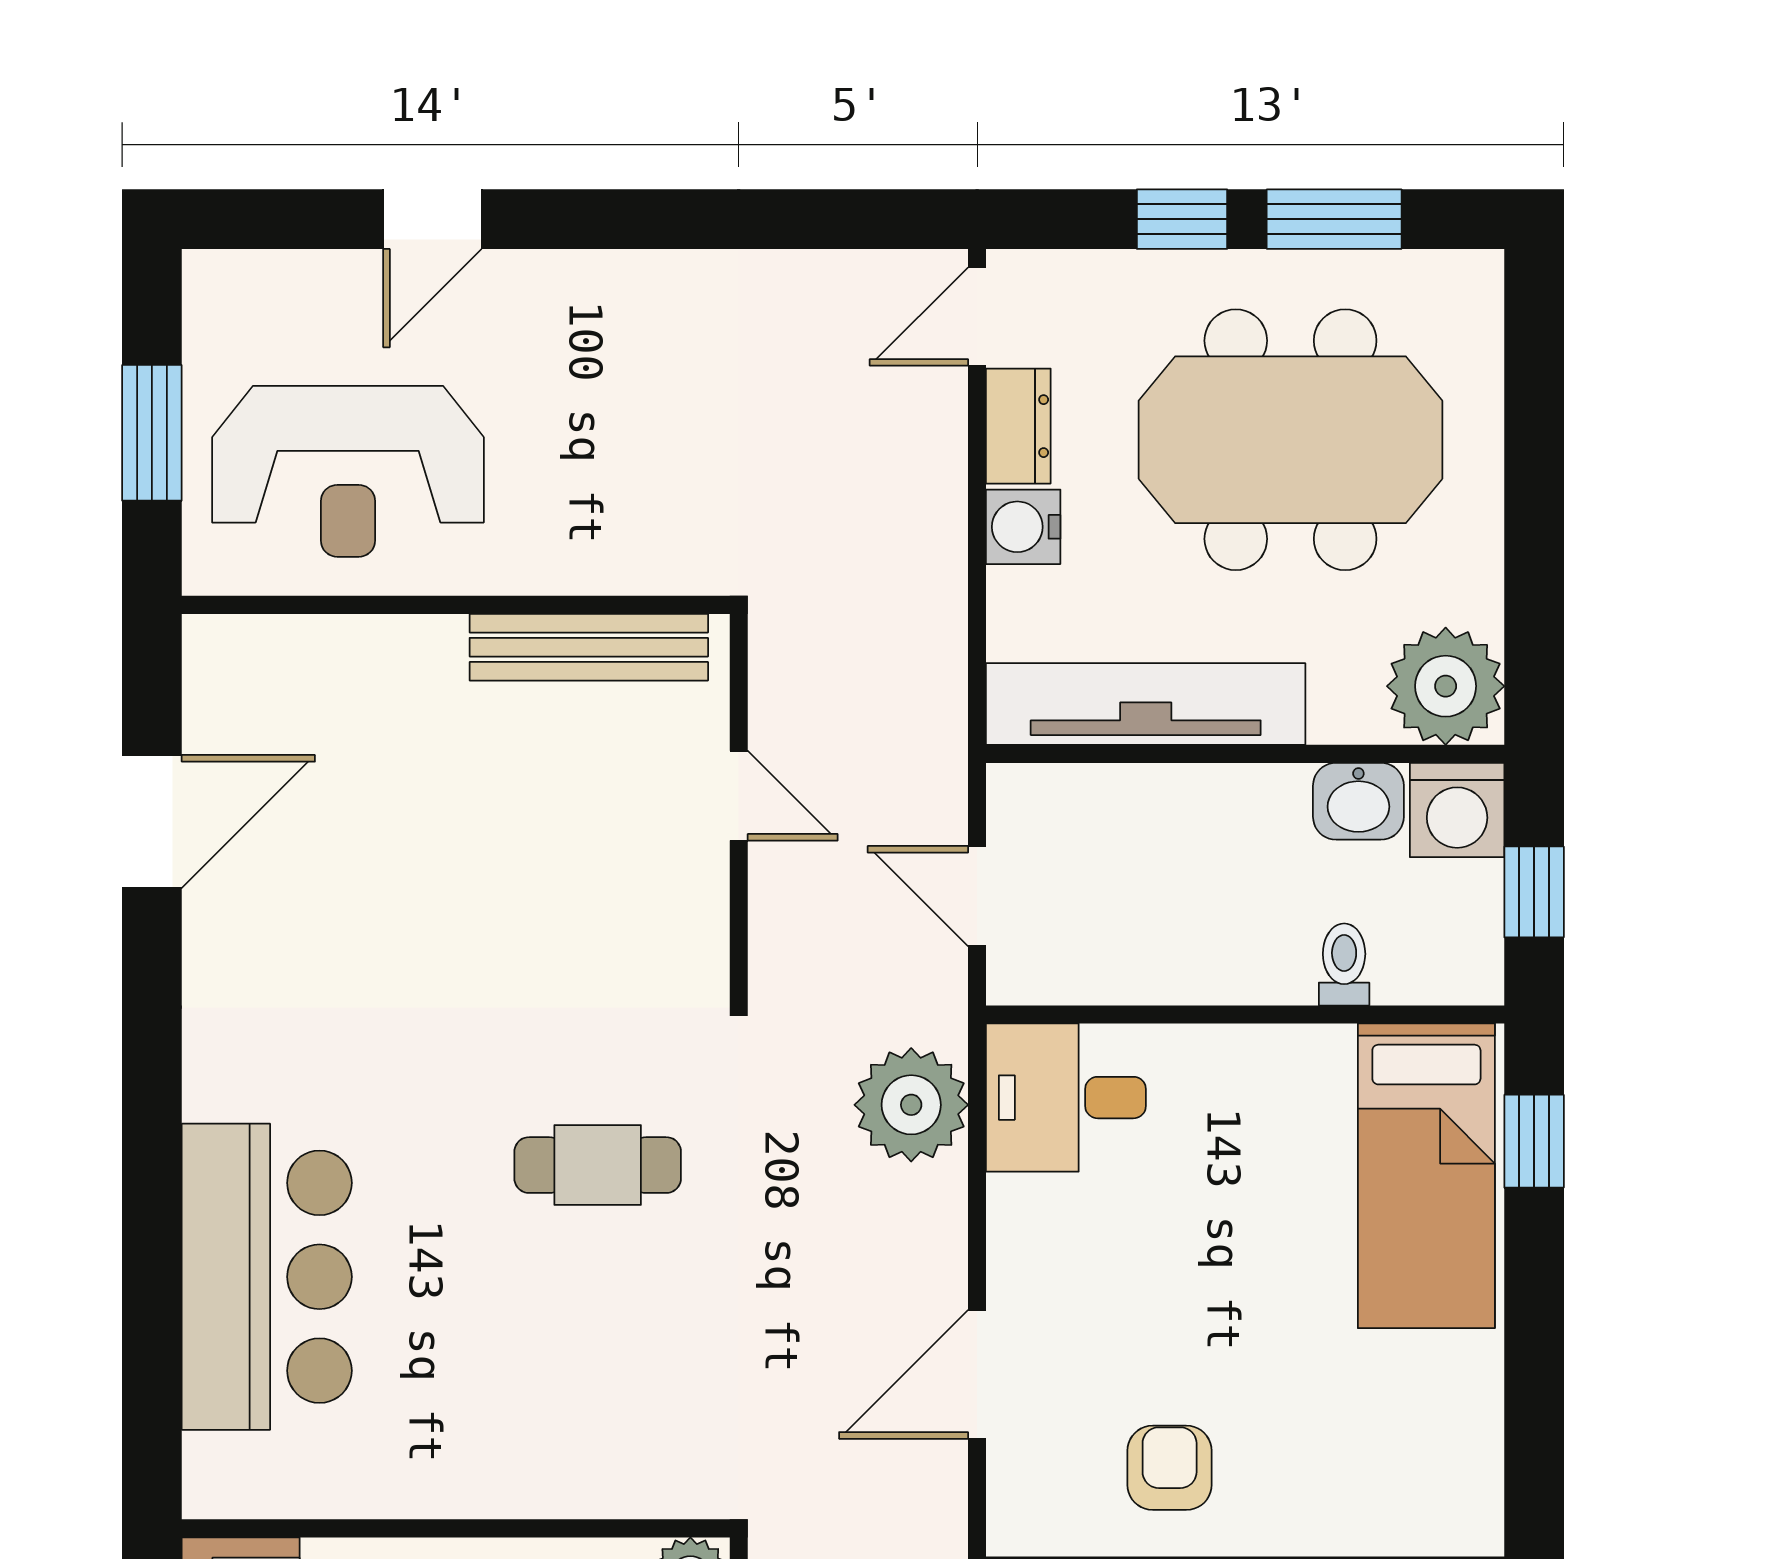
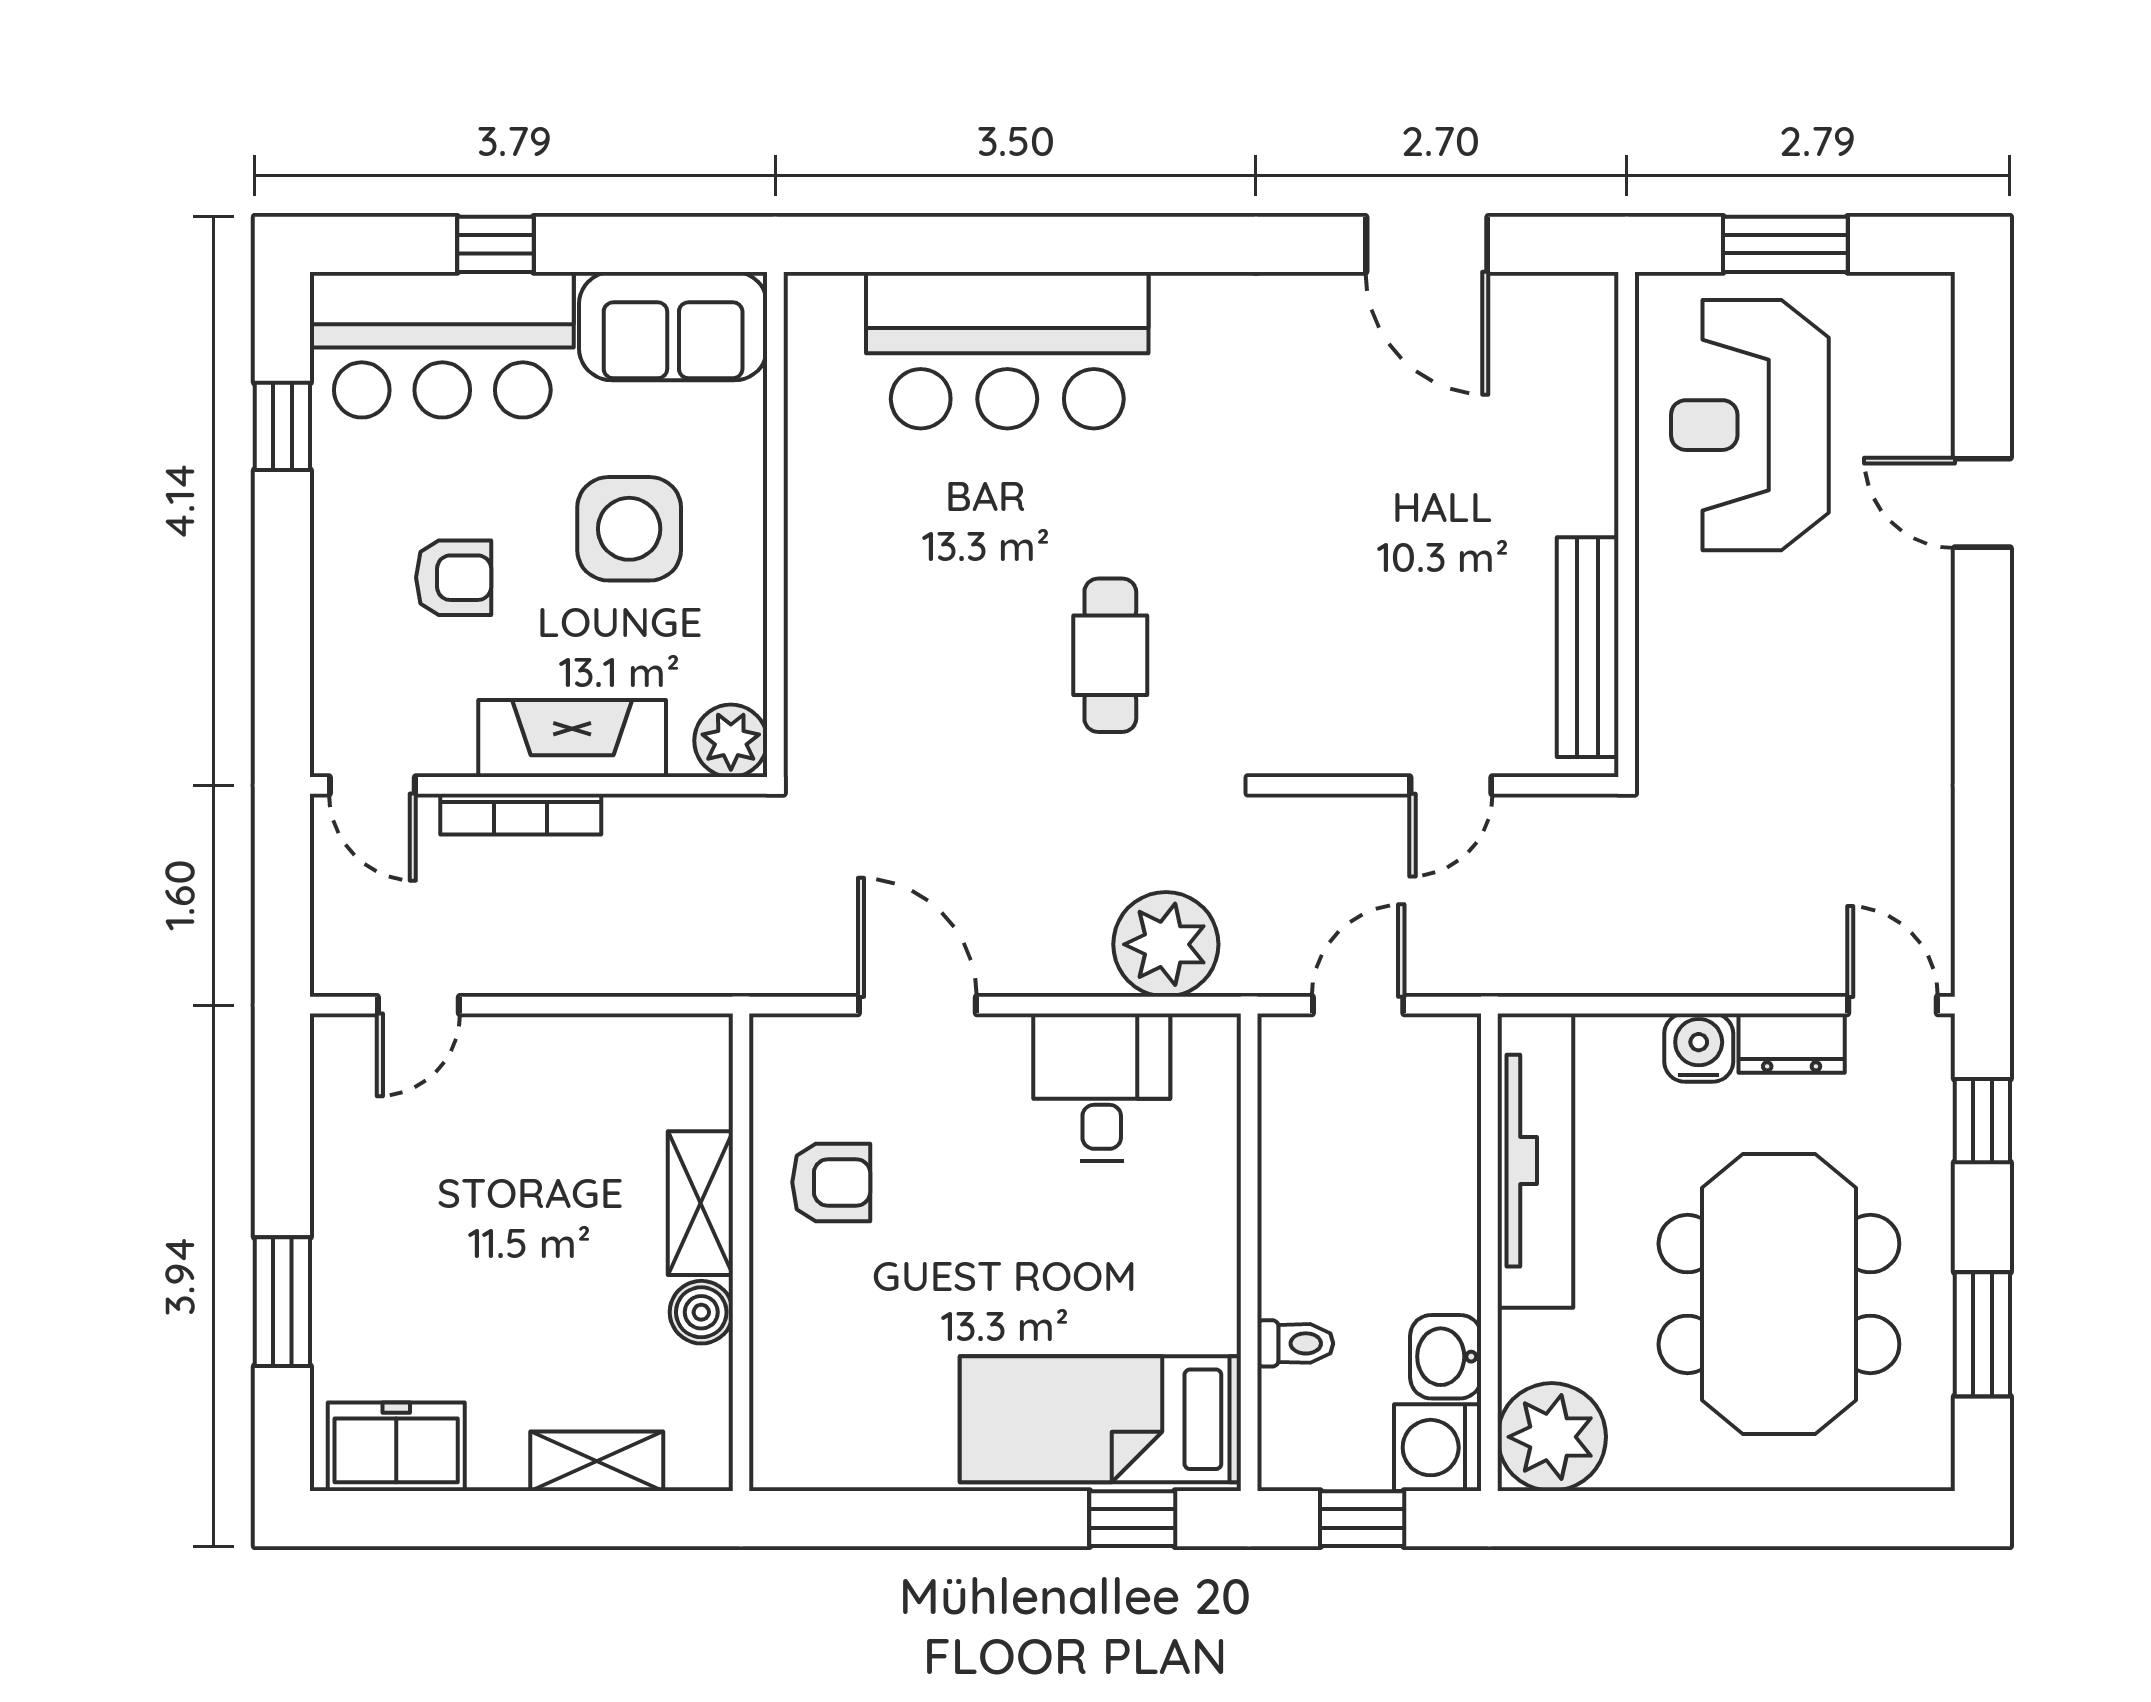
window: (1182, 219) -> (1982, 1121), moved
desk: (1066, 1098) -> (1102, 1087), moved

